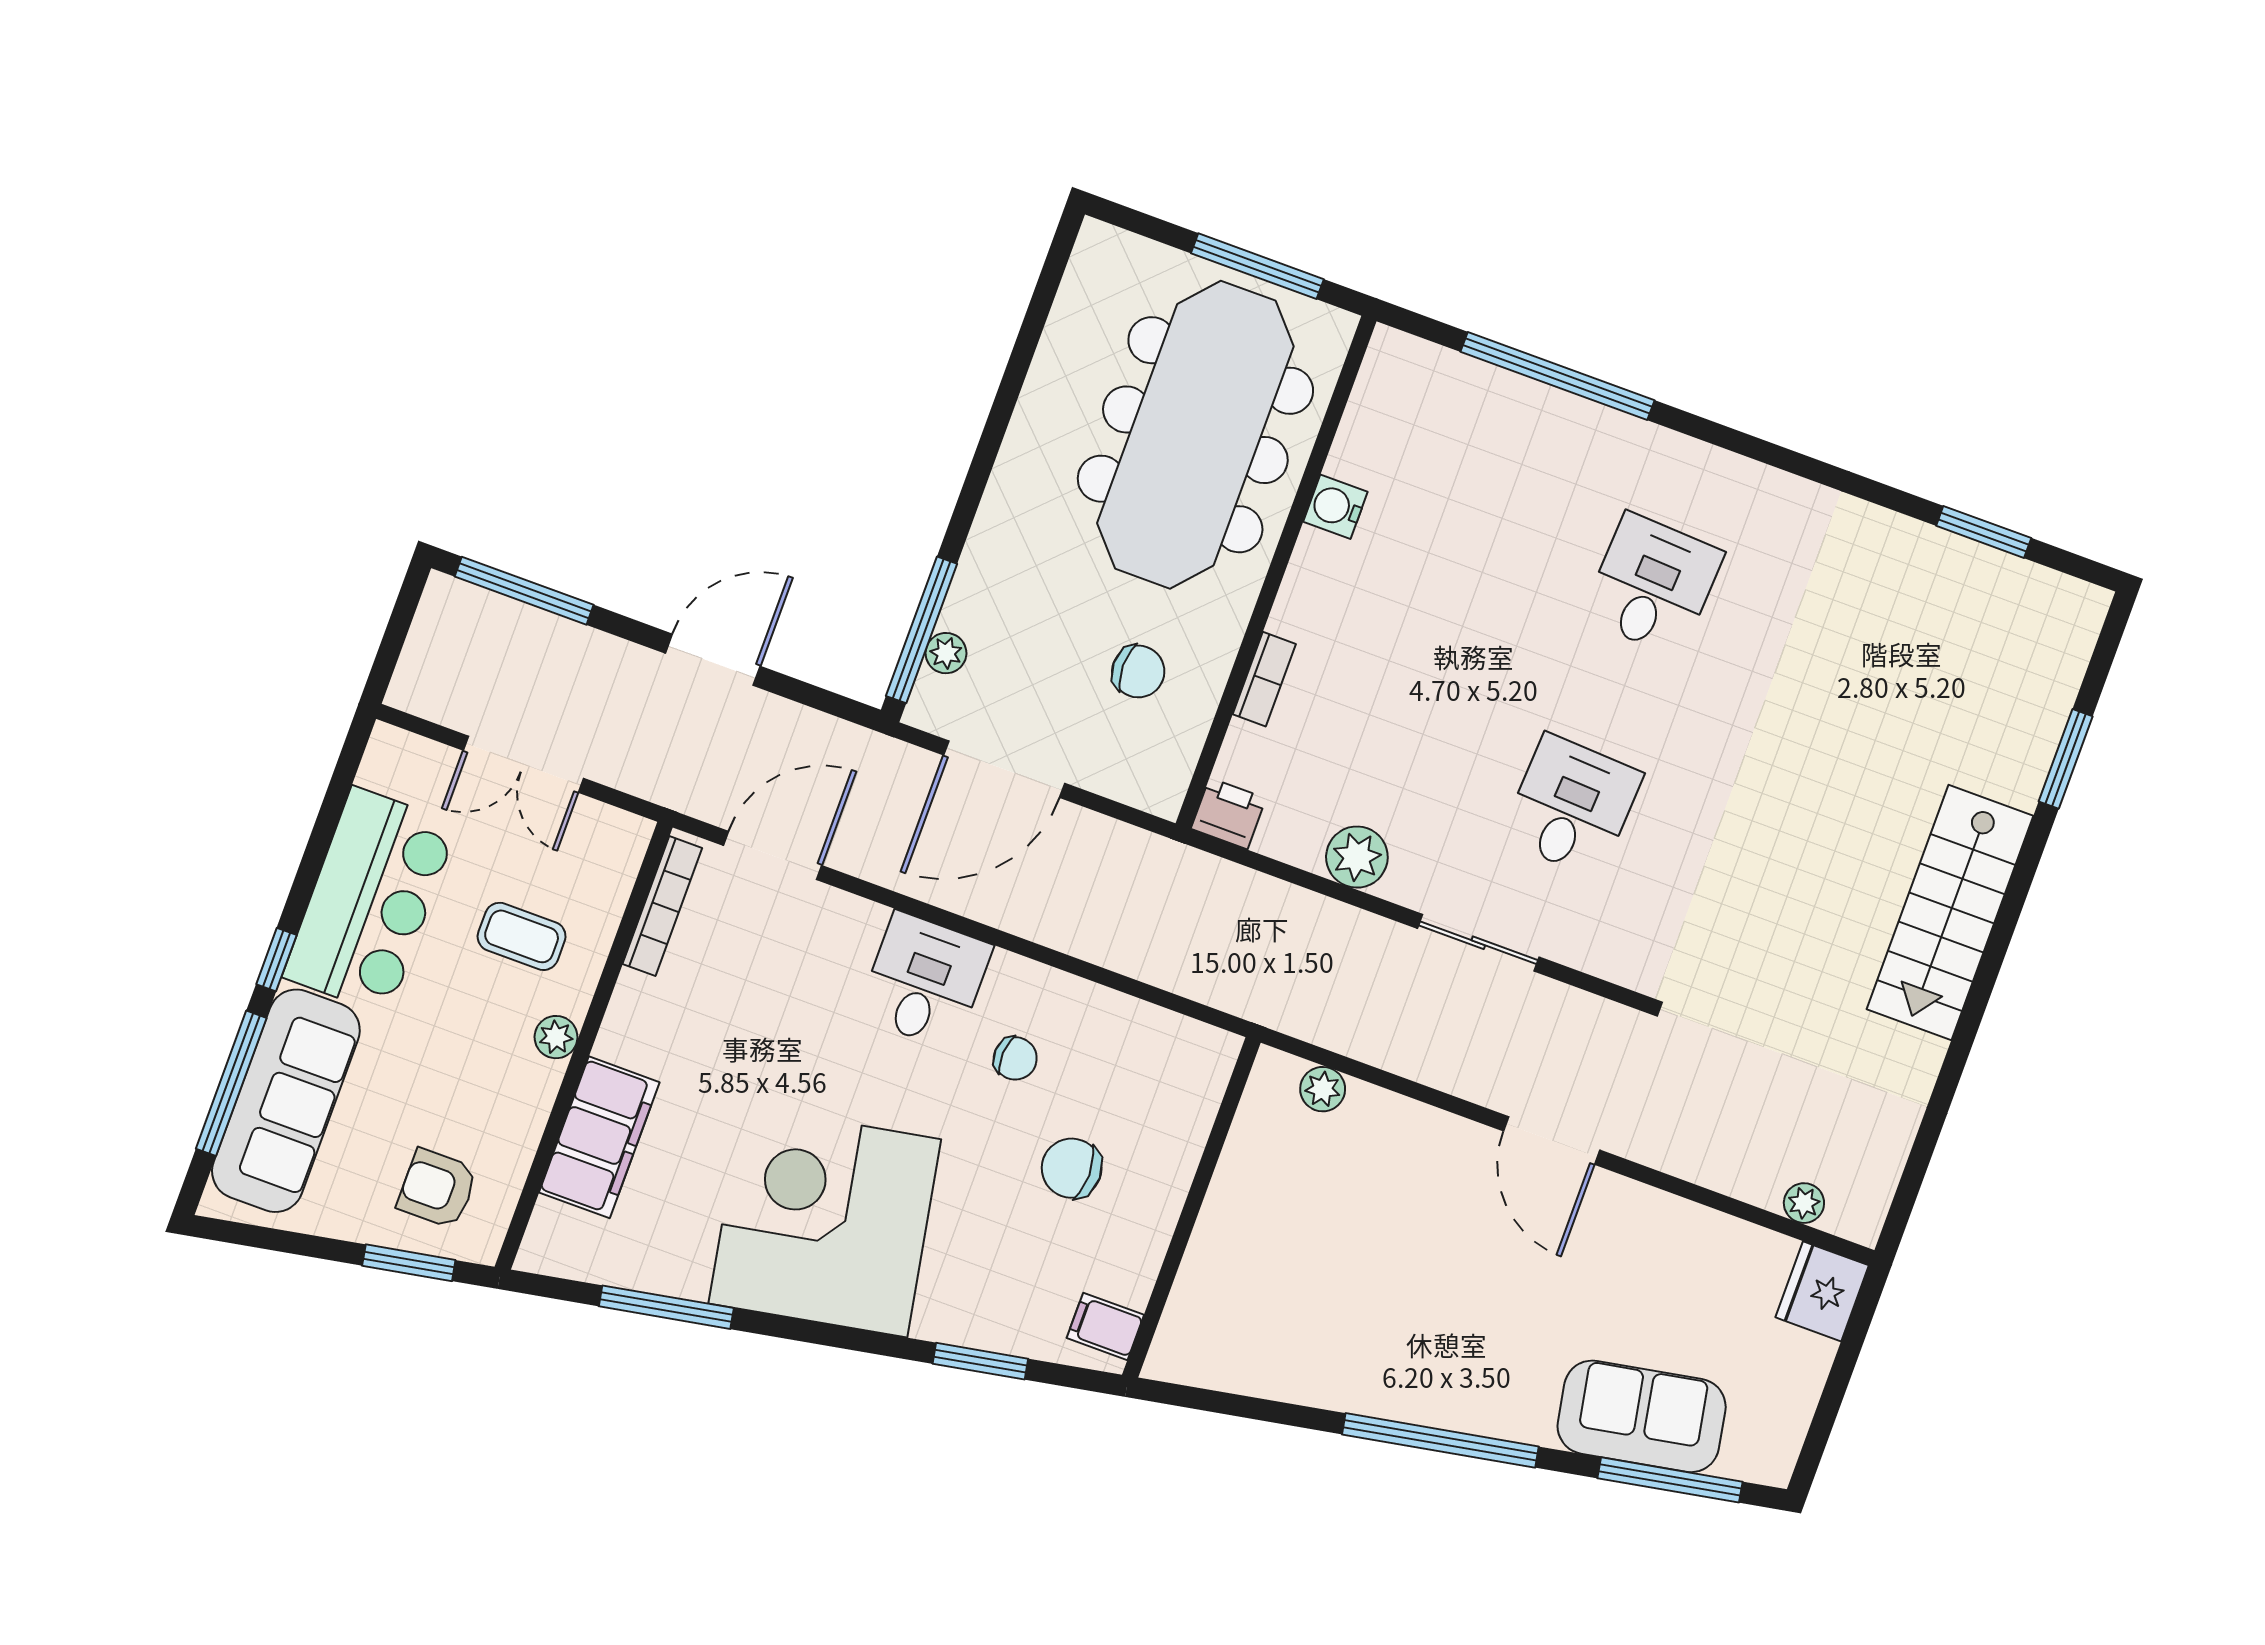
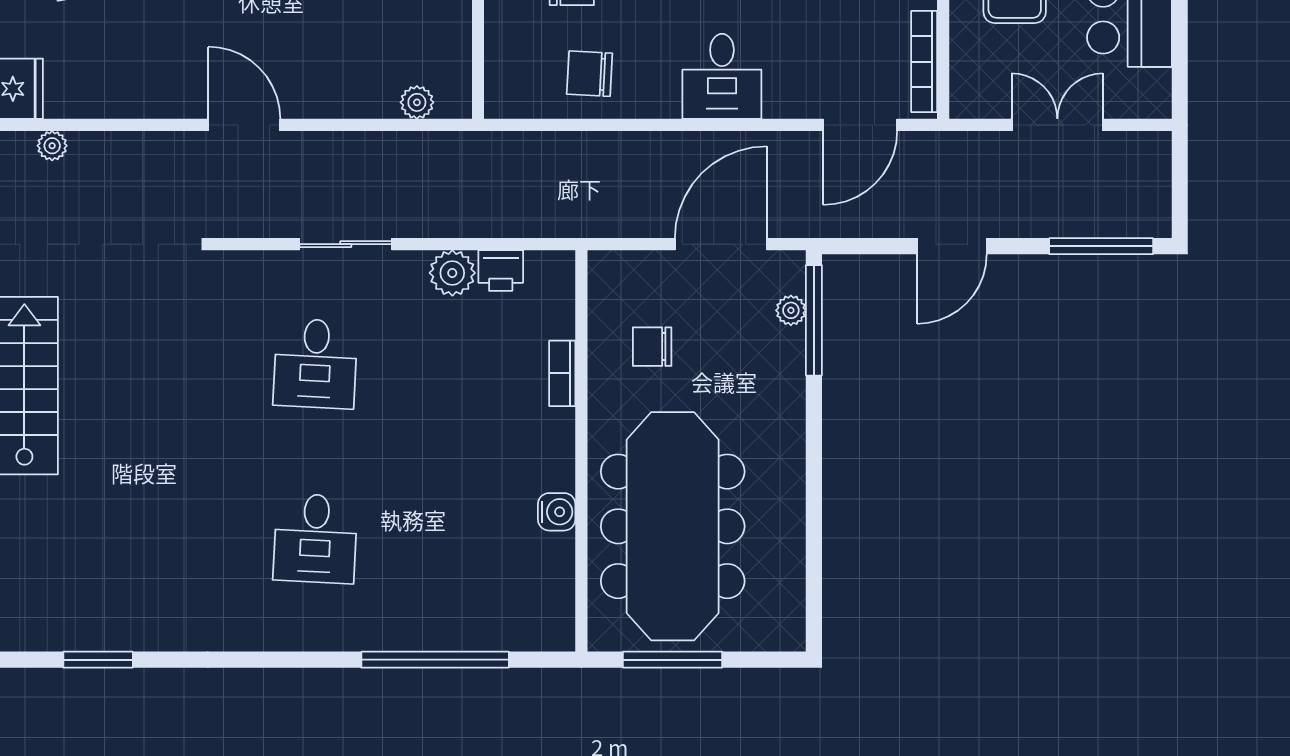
printer: (1228, 814) -> (501, 271), moved
chair: (1015, 1058) -> (590, 74), moved, width x1.37, depth x1.37

